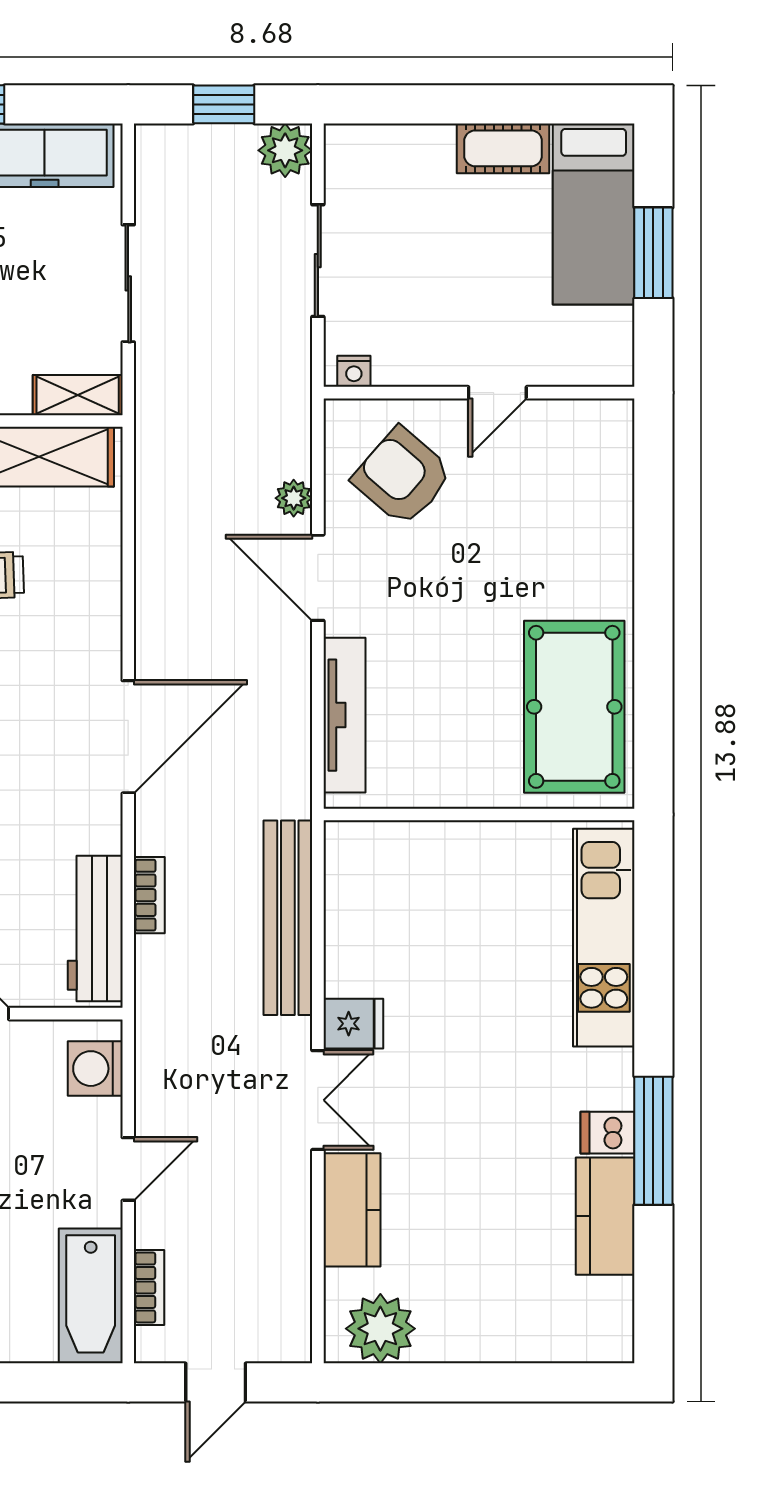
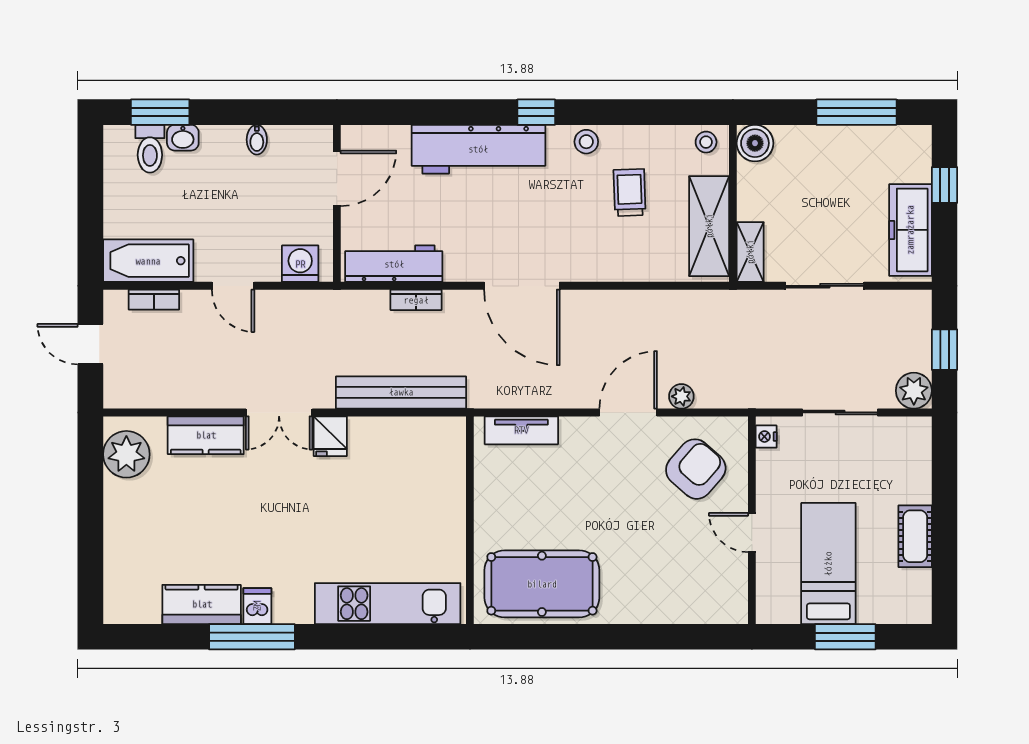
bed: (594, 214) -> (828, 564), moved, turned 90
tv unit: (345, 715) -> (521, 430), width x0.71

